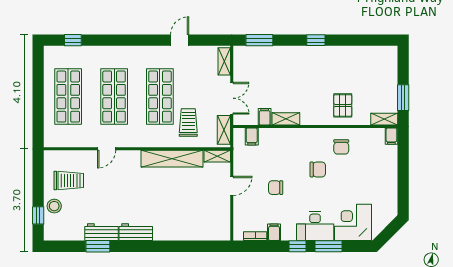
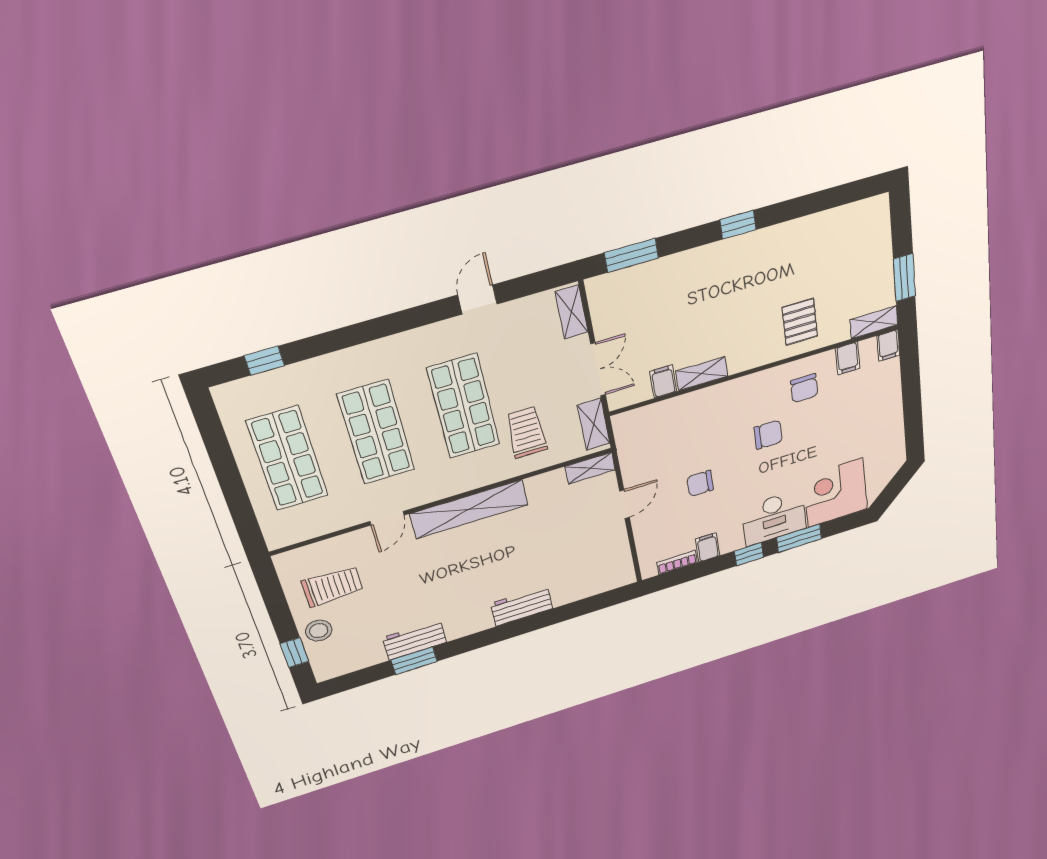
filing cabinet: (252, 136) -> (848, 358), moved
shelving: (172, 159) -> (469, 509), moved
workbench: (136, 232) -> (522, 606), moved

